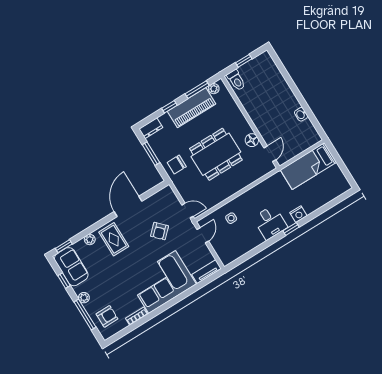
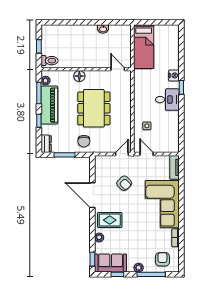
floor lamp: (252, 140) -> (79, 76), moved

